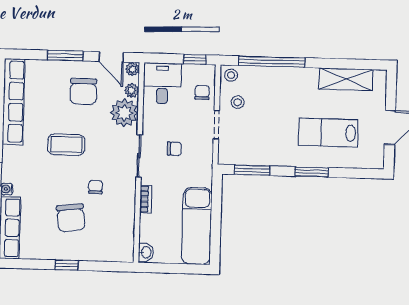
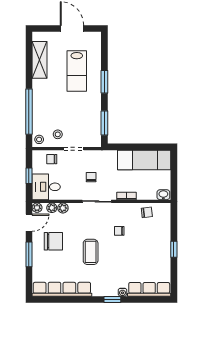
window: (195, 59) -> (29, 176), moved
plant: (124, 113) -> (63, 208), width x0.53, depth x0.53
chair: (71, 218) -> (147, 212), moved, width x0.54, depth x0.54

